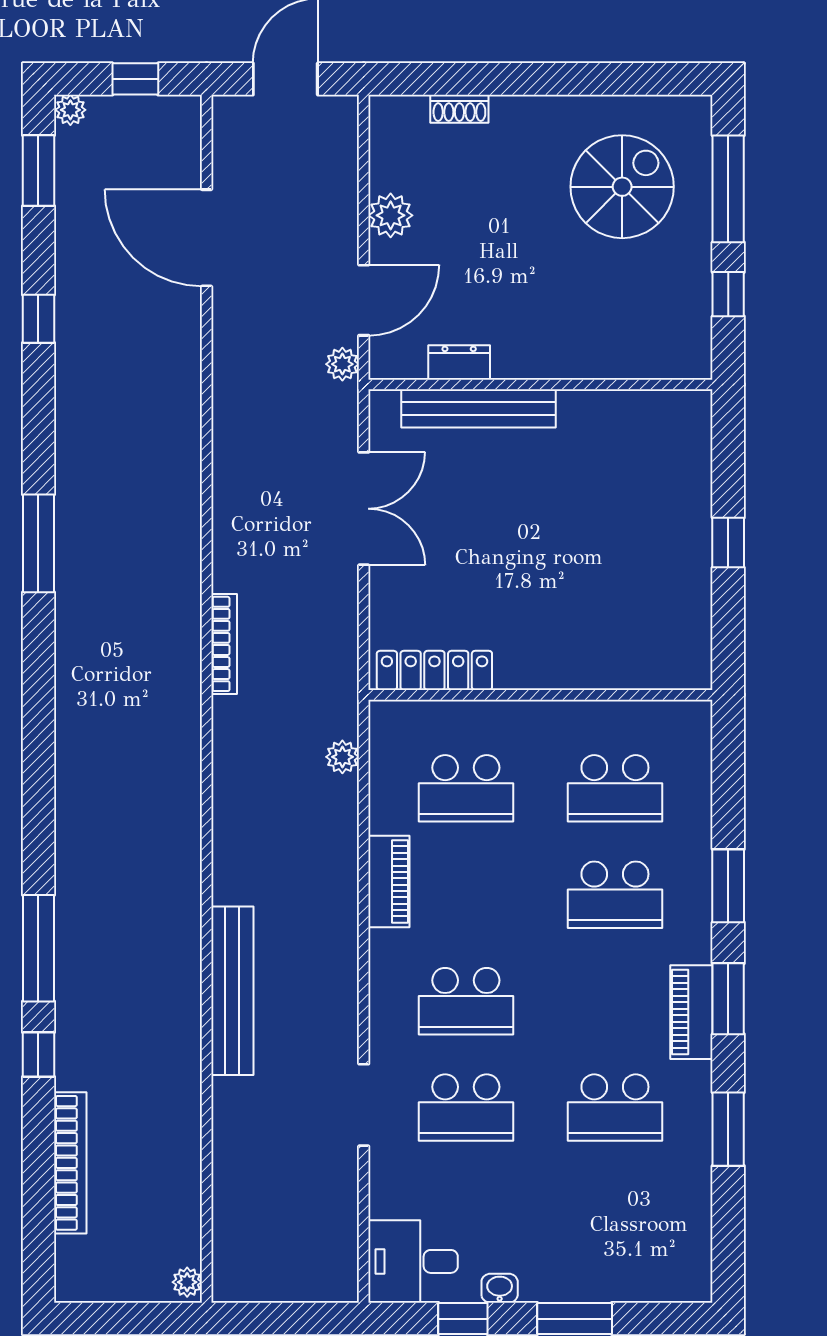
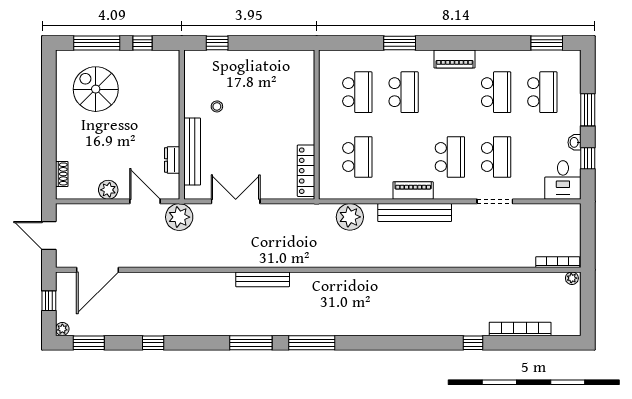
shoe rack: (459, 109) -> (62, 174), moved
door: (207, 238) -> (98, 270), moved
plant: (342, 364) -> (179, 217), width x1.88, depth x1.88
stool: (582, 465) -> (217, 106), added
window: (728, 543) -> (217, 43), moved
bench: (185, 571) -> (263, 279), added
bookcase: (224, 644) -> (558, 262), moved
plant: (342, 757) -> (350, 217), width x1.88, depth x1.88
piano: (389, 881) -> (413, 190), moved
window: (38, 948) -> (312, 343), moved
bench: (232, 991) -> (415, 213), moved
window: (728, 999) -> (449, 43), removed
window: (728, 1129) -> (547, 43), moved
school desk: (615, 1214) -> (542, 92), added

